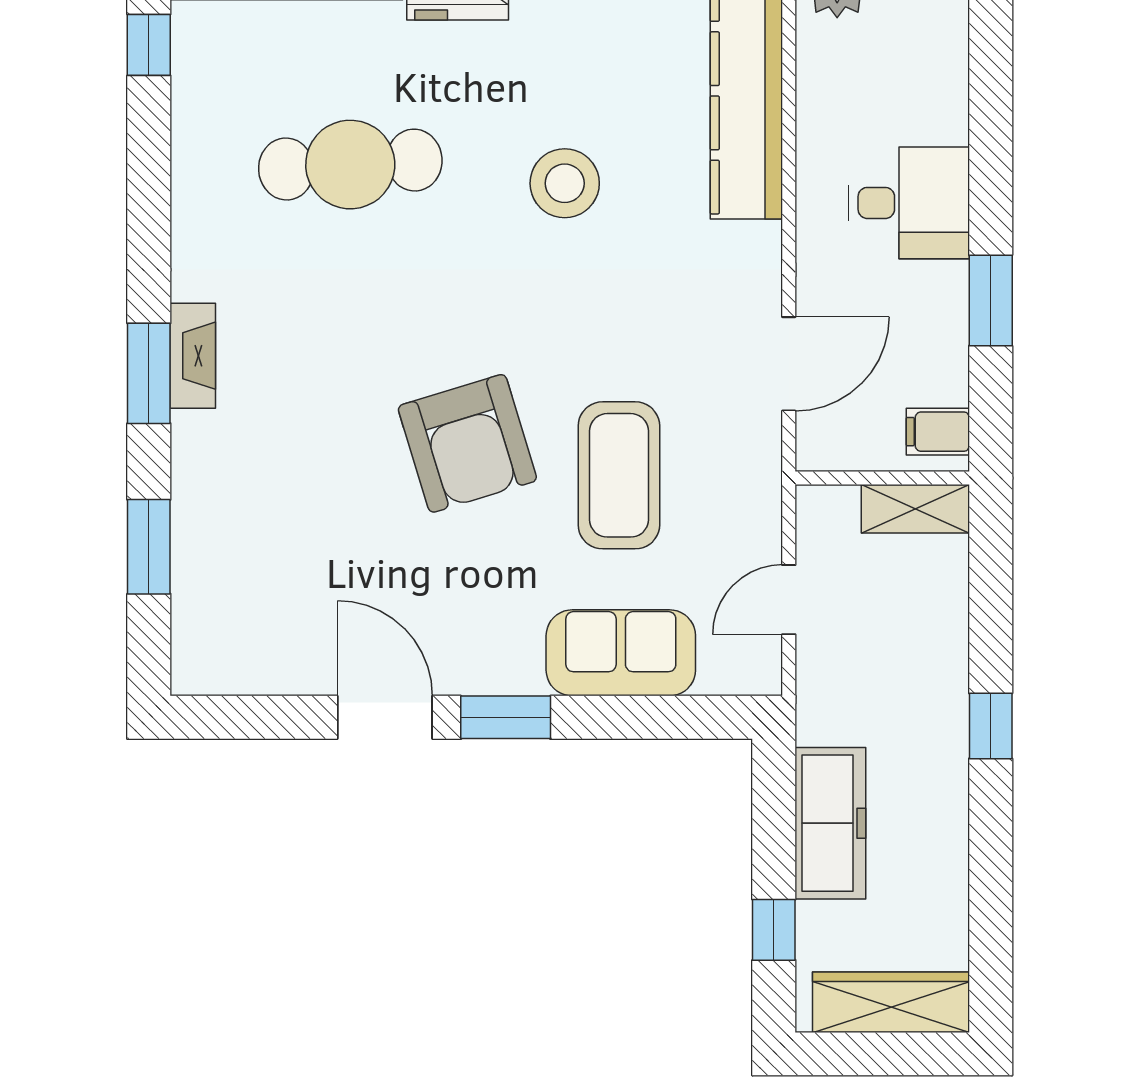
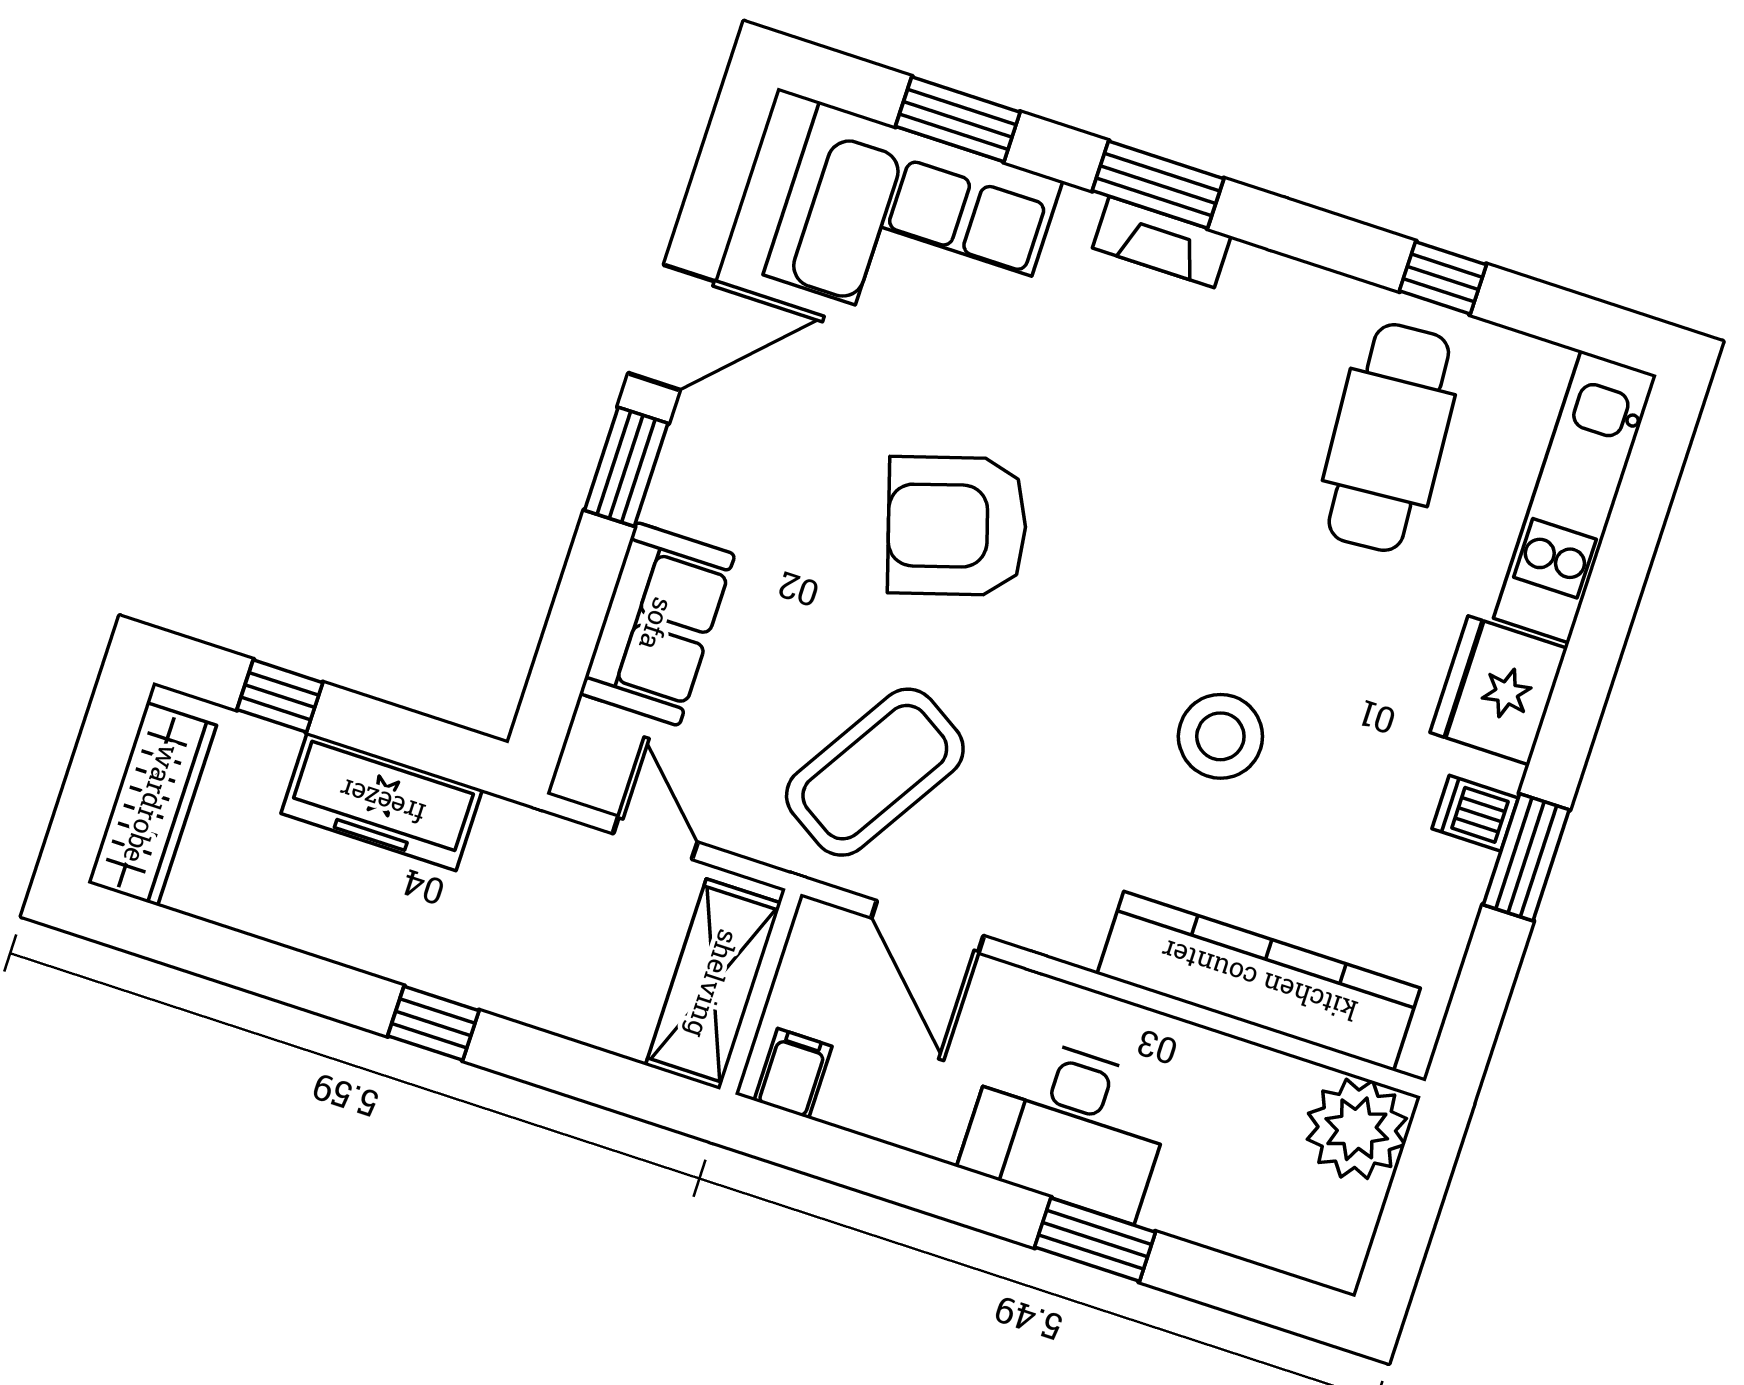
window: (149, 45) -> (1443, 278), moved
cafe table: (350, 165) -> (1389, 438), moved
desk: (909, 203) -> (1068, 1126), width x1.37
window: (991, 300) -> (1095, 1240), moved
coffee table: (619, 475) -> (875, 772), moved, turned -58
shelving: (915, 509) -> (713, 984), width x1.50, depth x1.33
corner sofa: (245, 554) -> (913, 228), added

